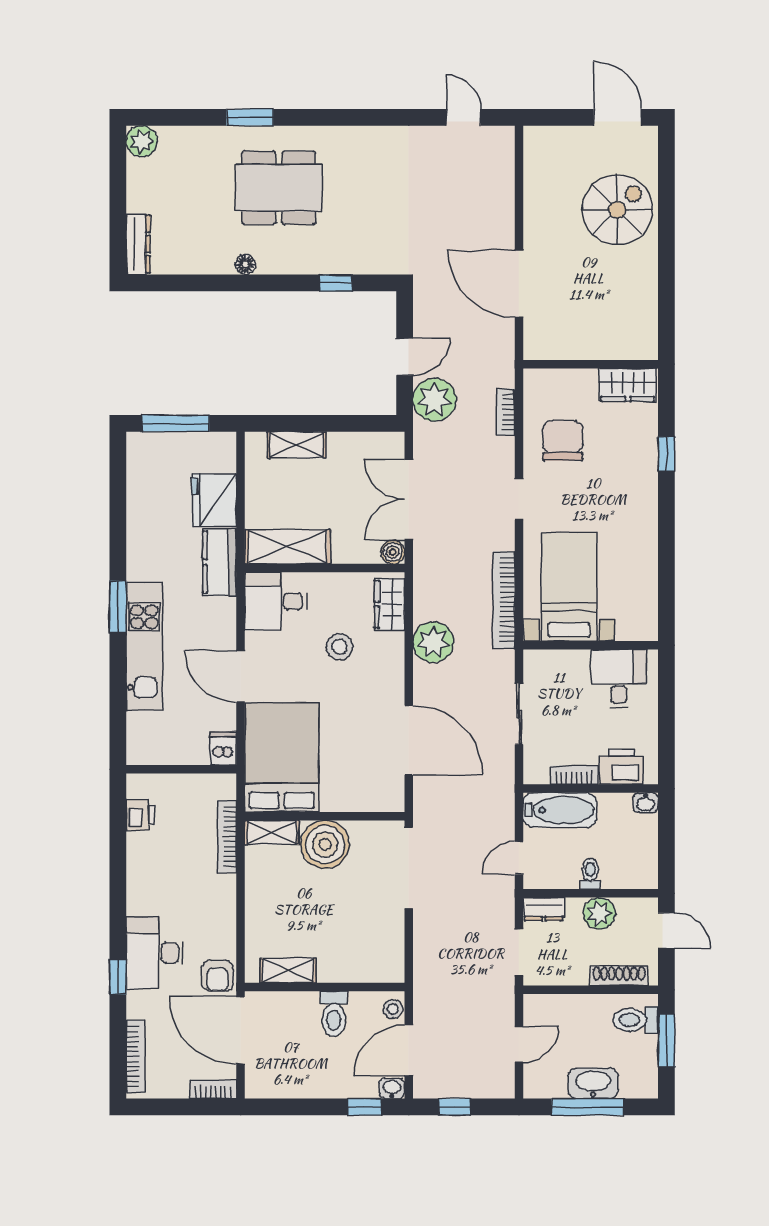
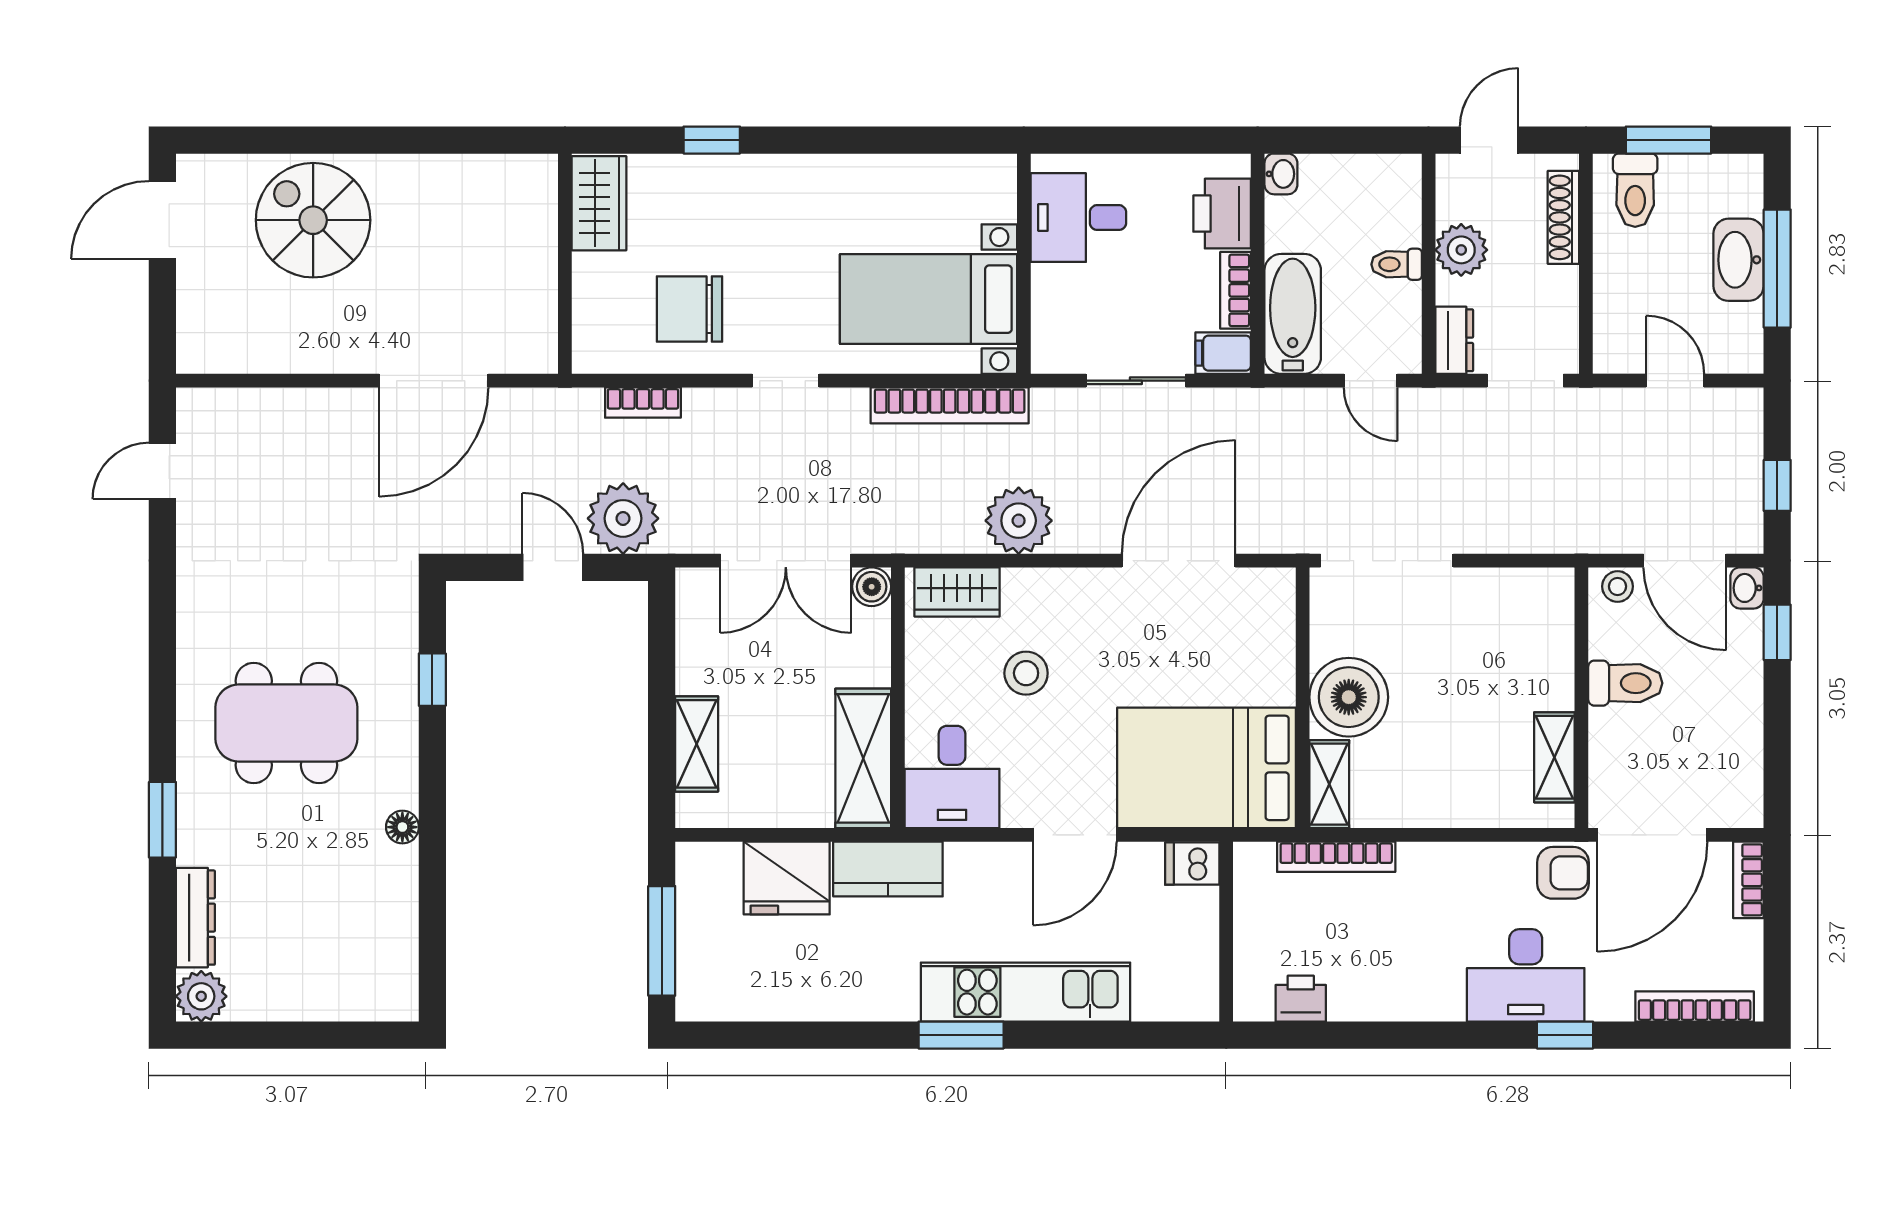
dining table: (279, 188) -> (286, 723), moved, turned 90
dresser: (138, 244) -> (195, 918), moved, turned 90
filing cabinet: (536, 767) -> (1223, 353), added

